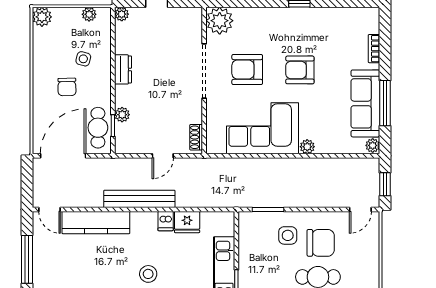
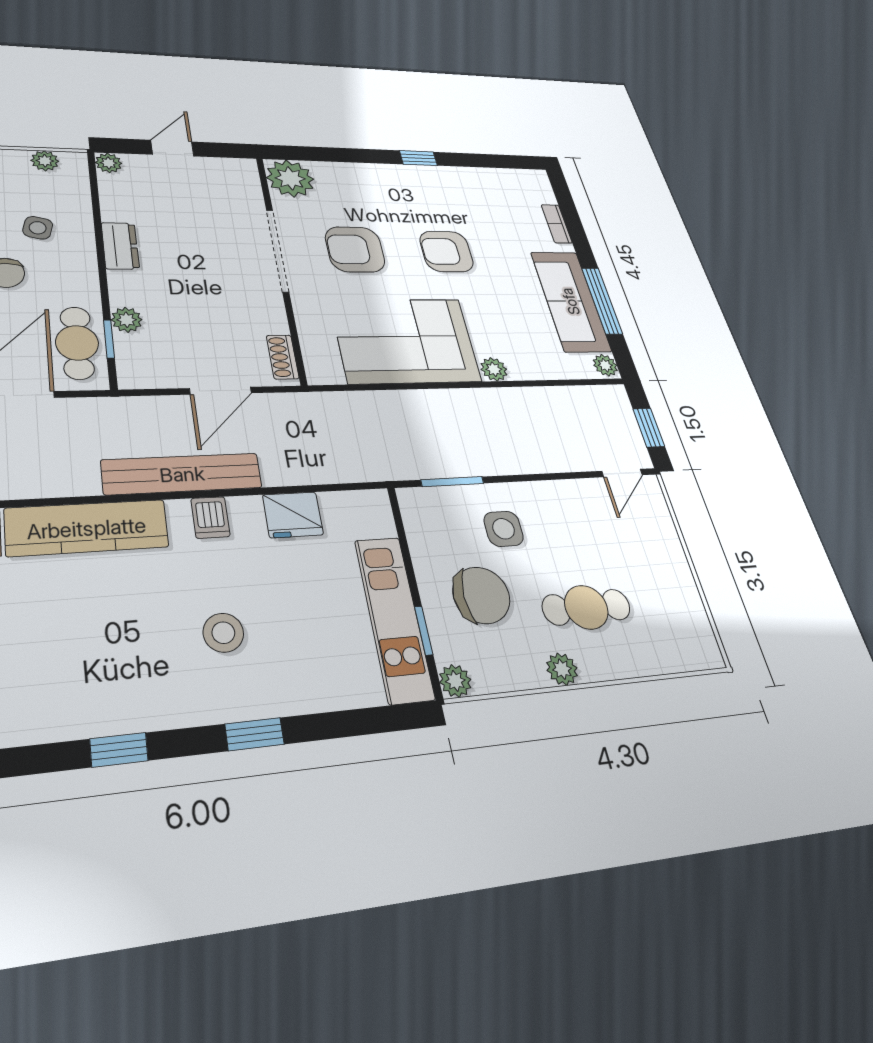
door: (163, 156) -> (221, 391), width x1.38
dishwasher: (166, 221) -> (210, 517), moved
chair: (321, 243) -> (481, 595), moved

